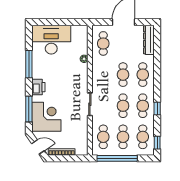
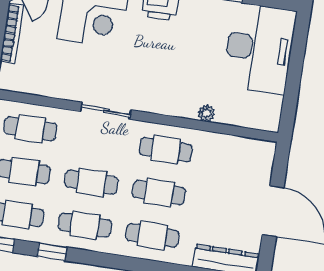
cafe table: (103, 43) -> (166, 150), moved
window: (157, 108) -> (52, 252), moved

